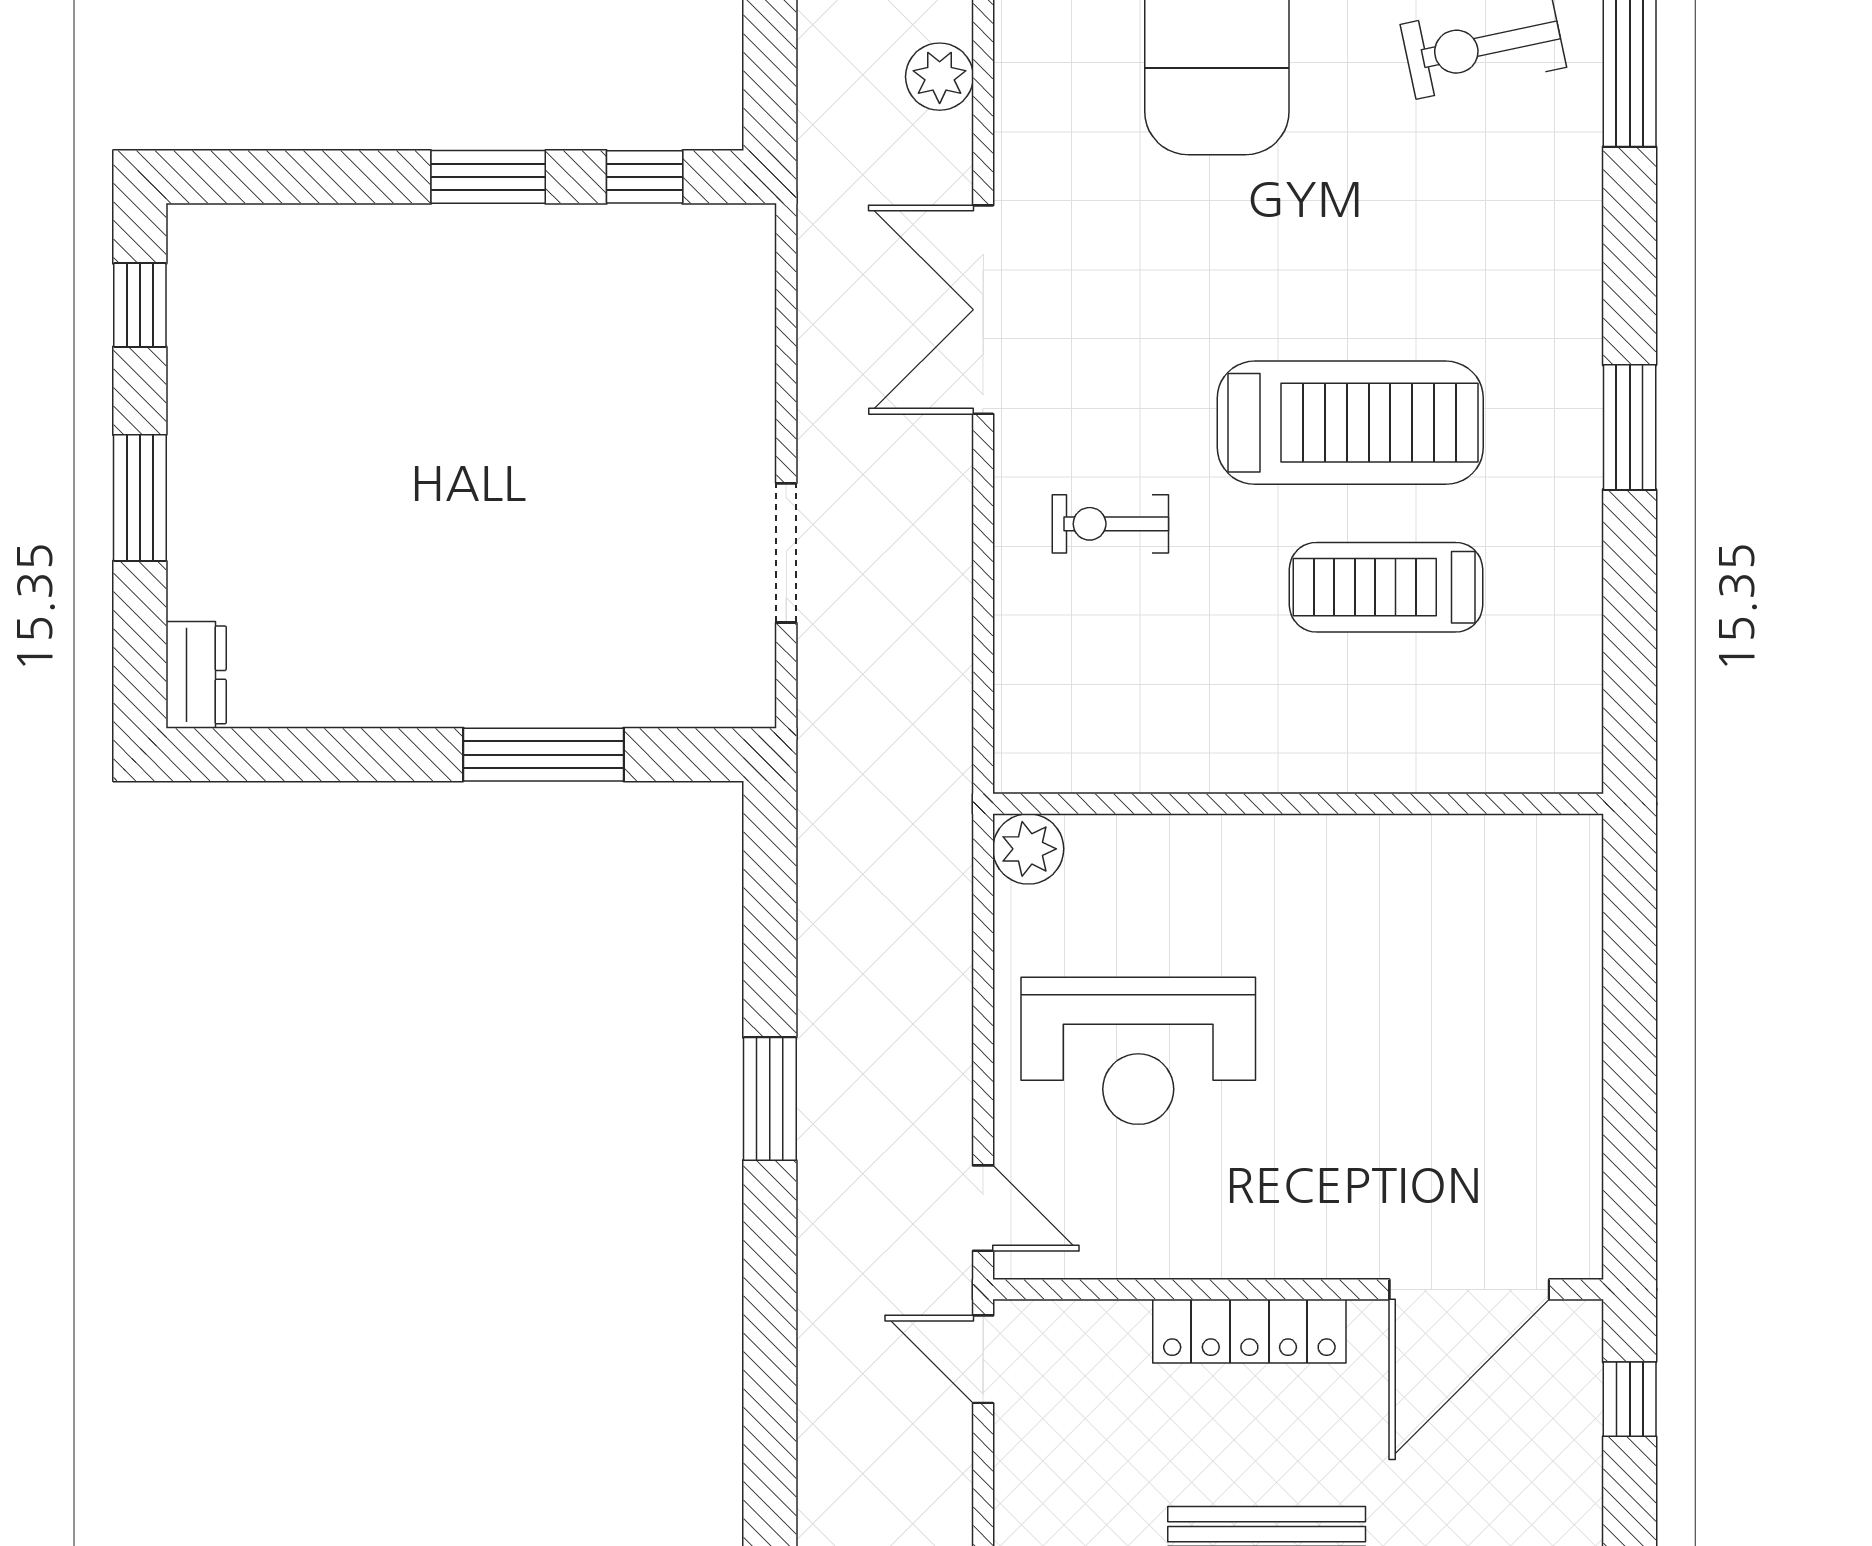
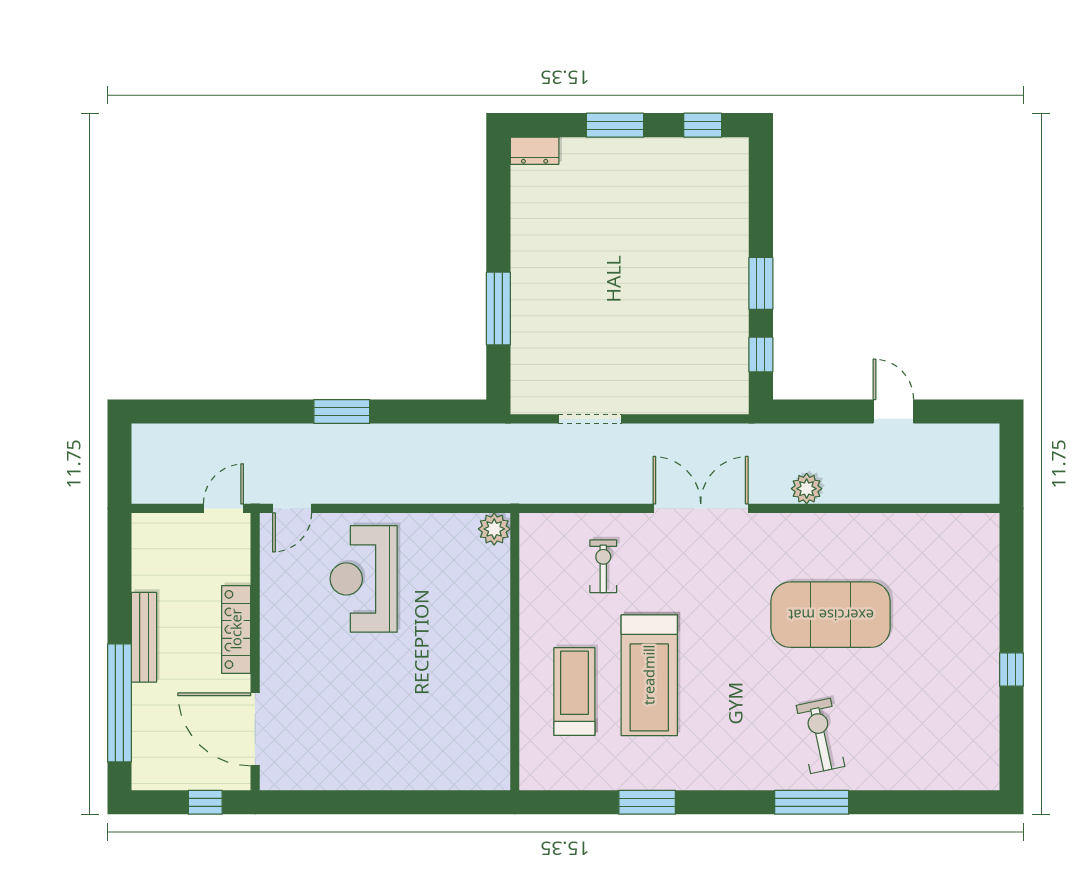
wall: (1298, 804) -> (515, 652), moved
plant: (1028, 849) -> (494, 529), moved

